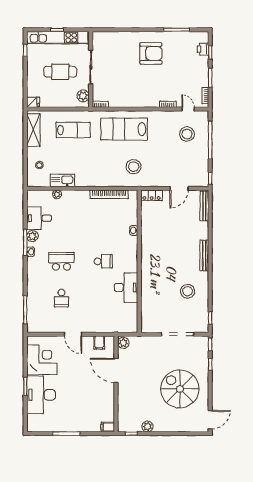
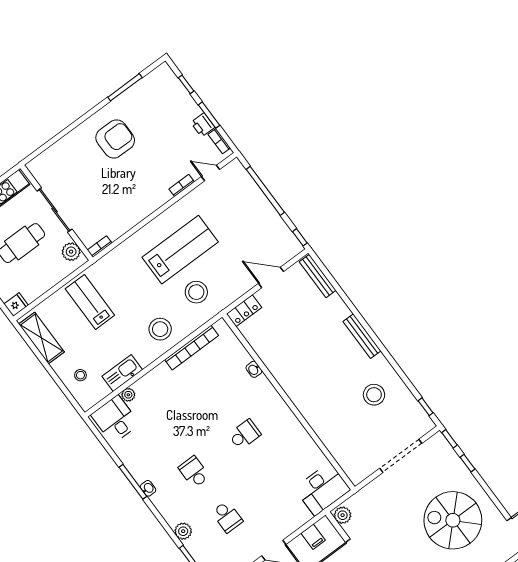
printer: (203, 49) -> (203, 125), moved
lab bench: (124, 129) -> (180, 250), moved, turned 180
lab bench: (73, 130) -> (90, 302), turned -90
stool: (187, 134) -> (160, 329), moved
door: (179, 188) -> (271, 277), swing flipped
desk: (39, 218) -> (115, 419), moved, turned 90
plant: (32, 236) -> (183, 531), moved
school desk: (61, 261) -> (194, 472), width x0.54
desk: (126, 288) -> (322, 489), moved, turned 90

